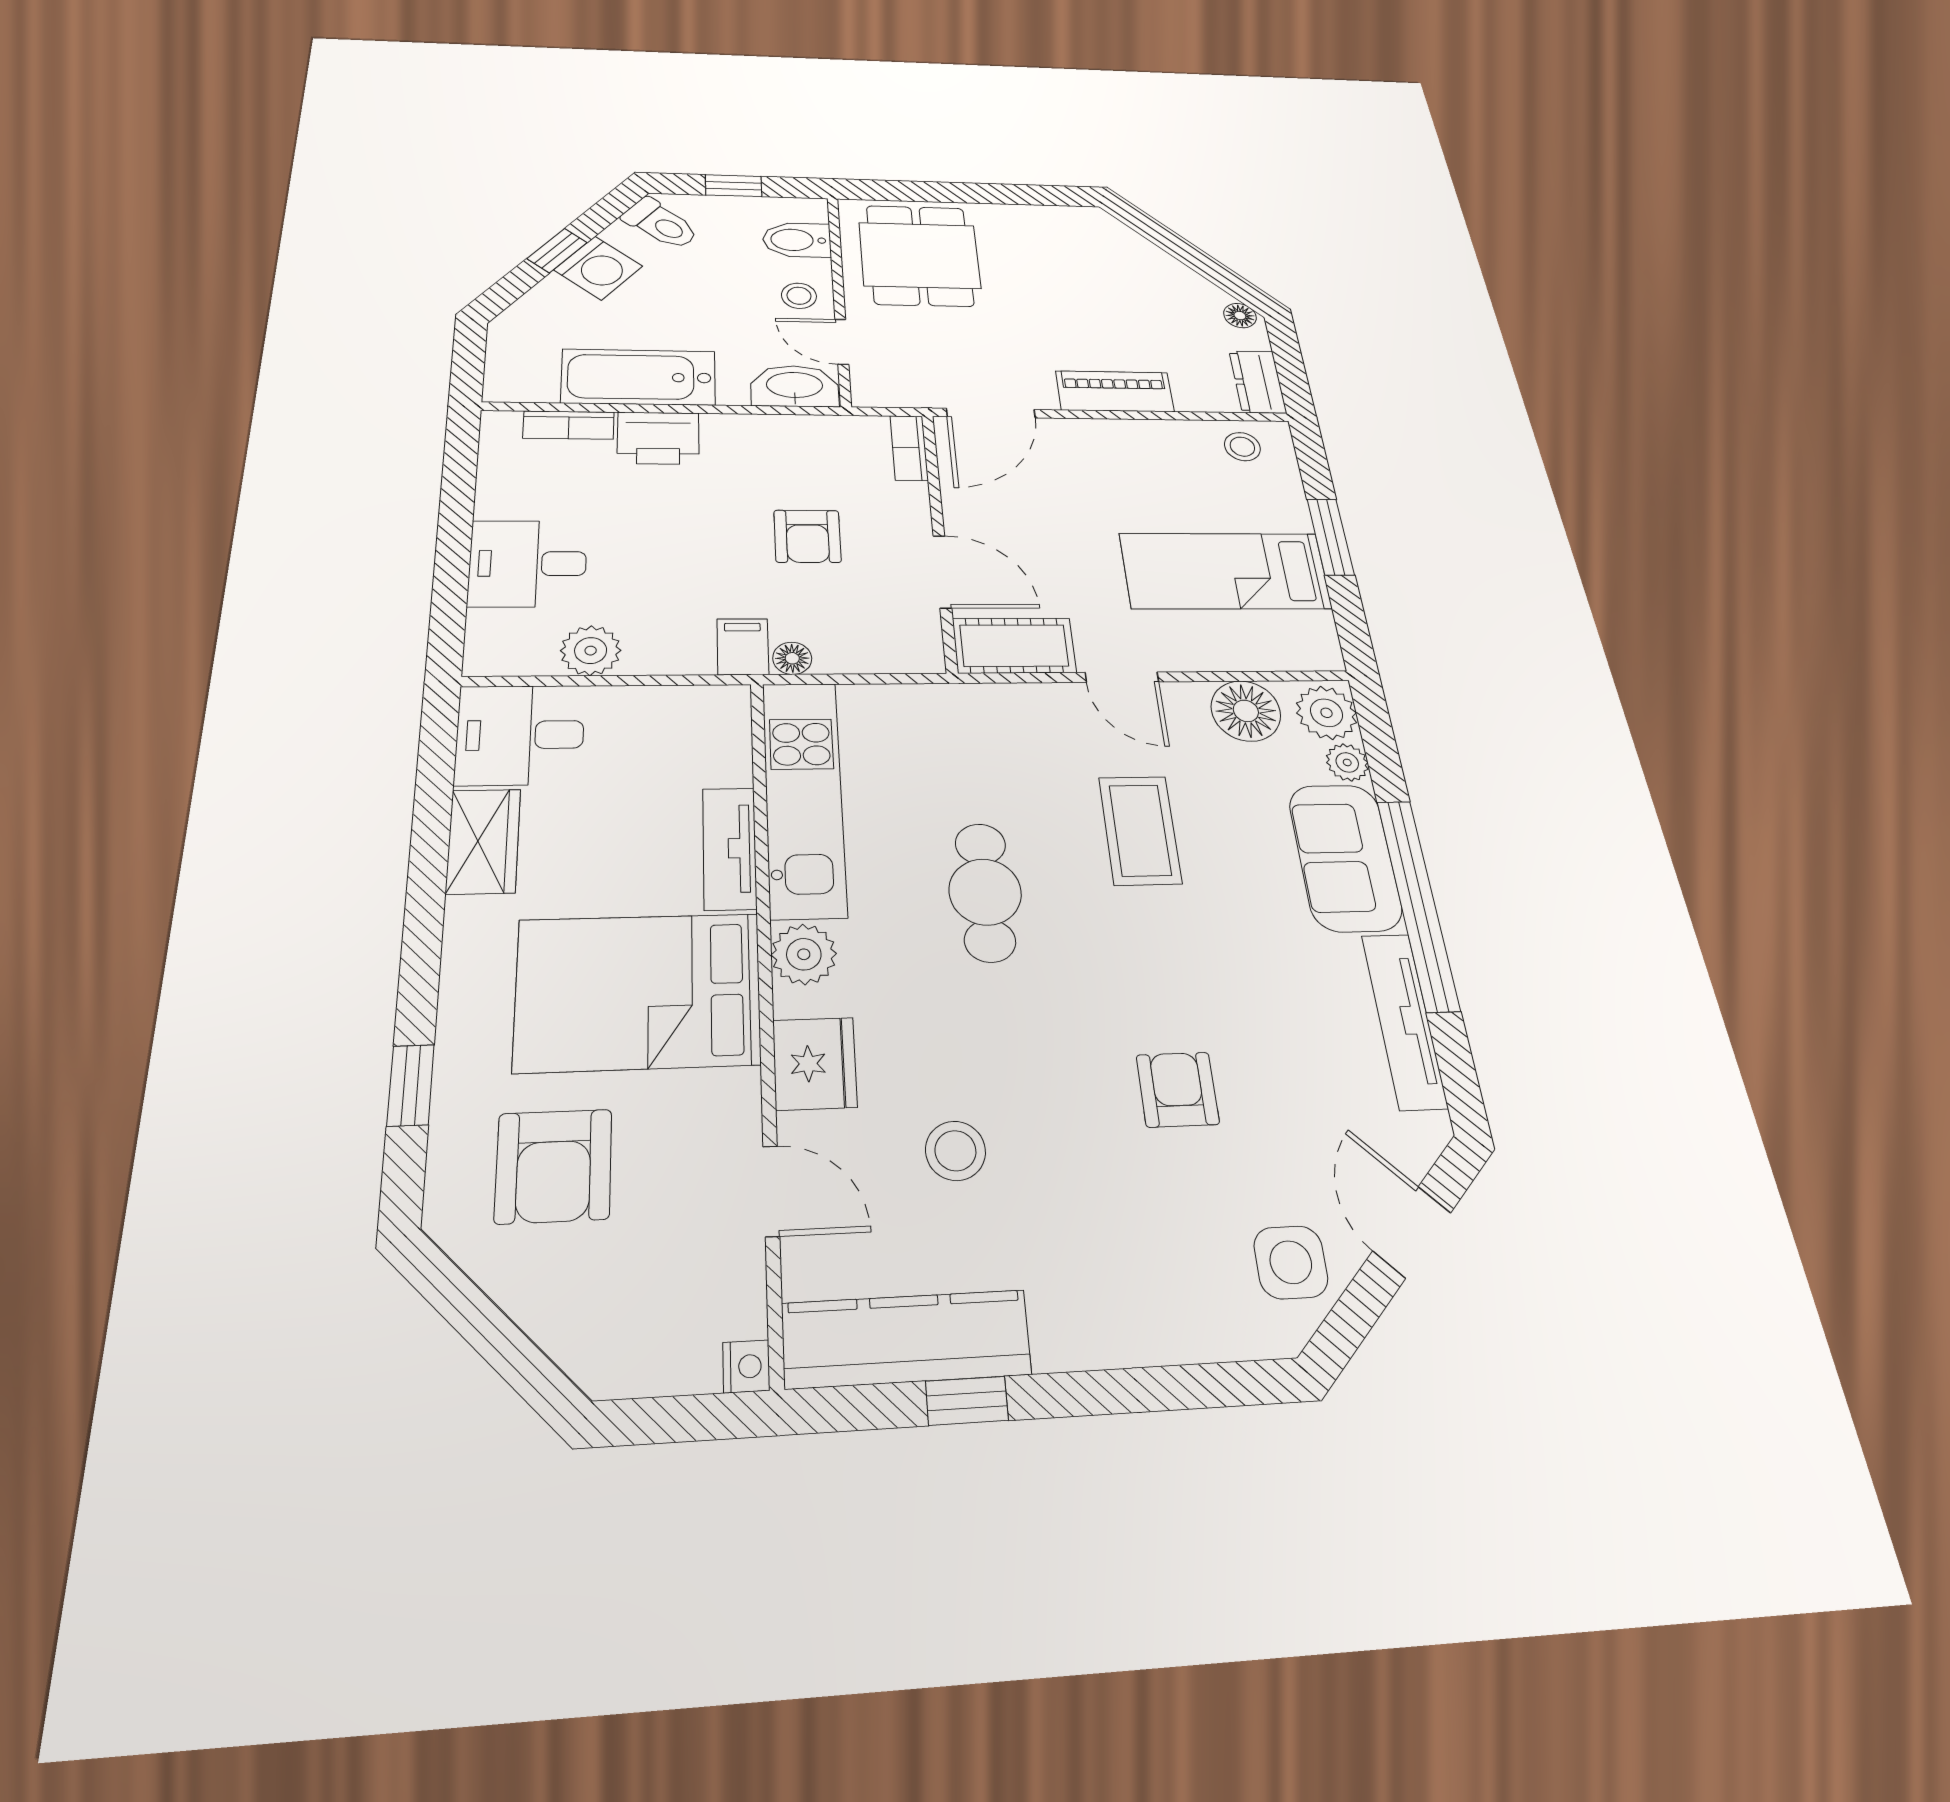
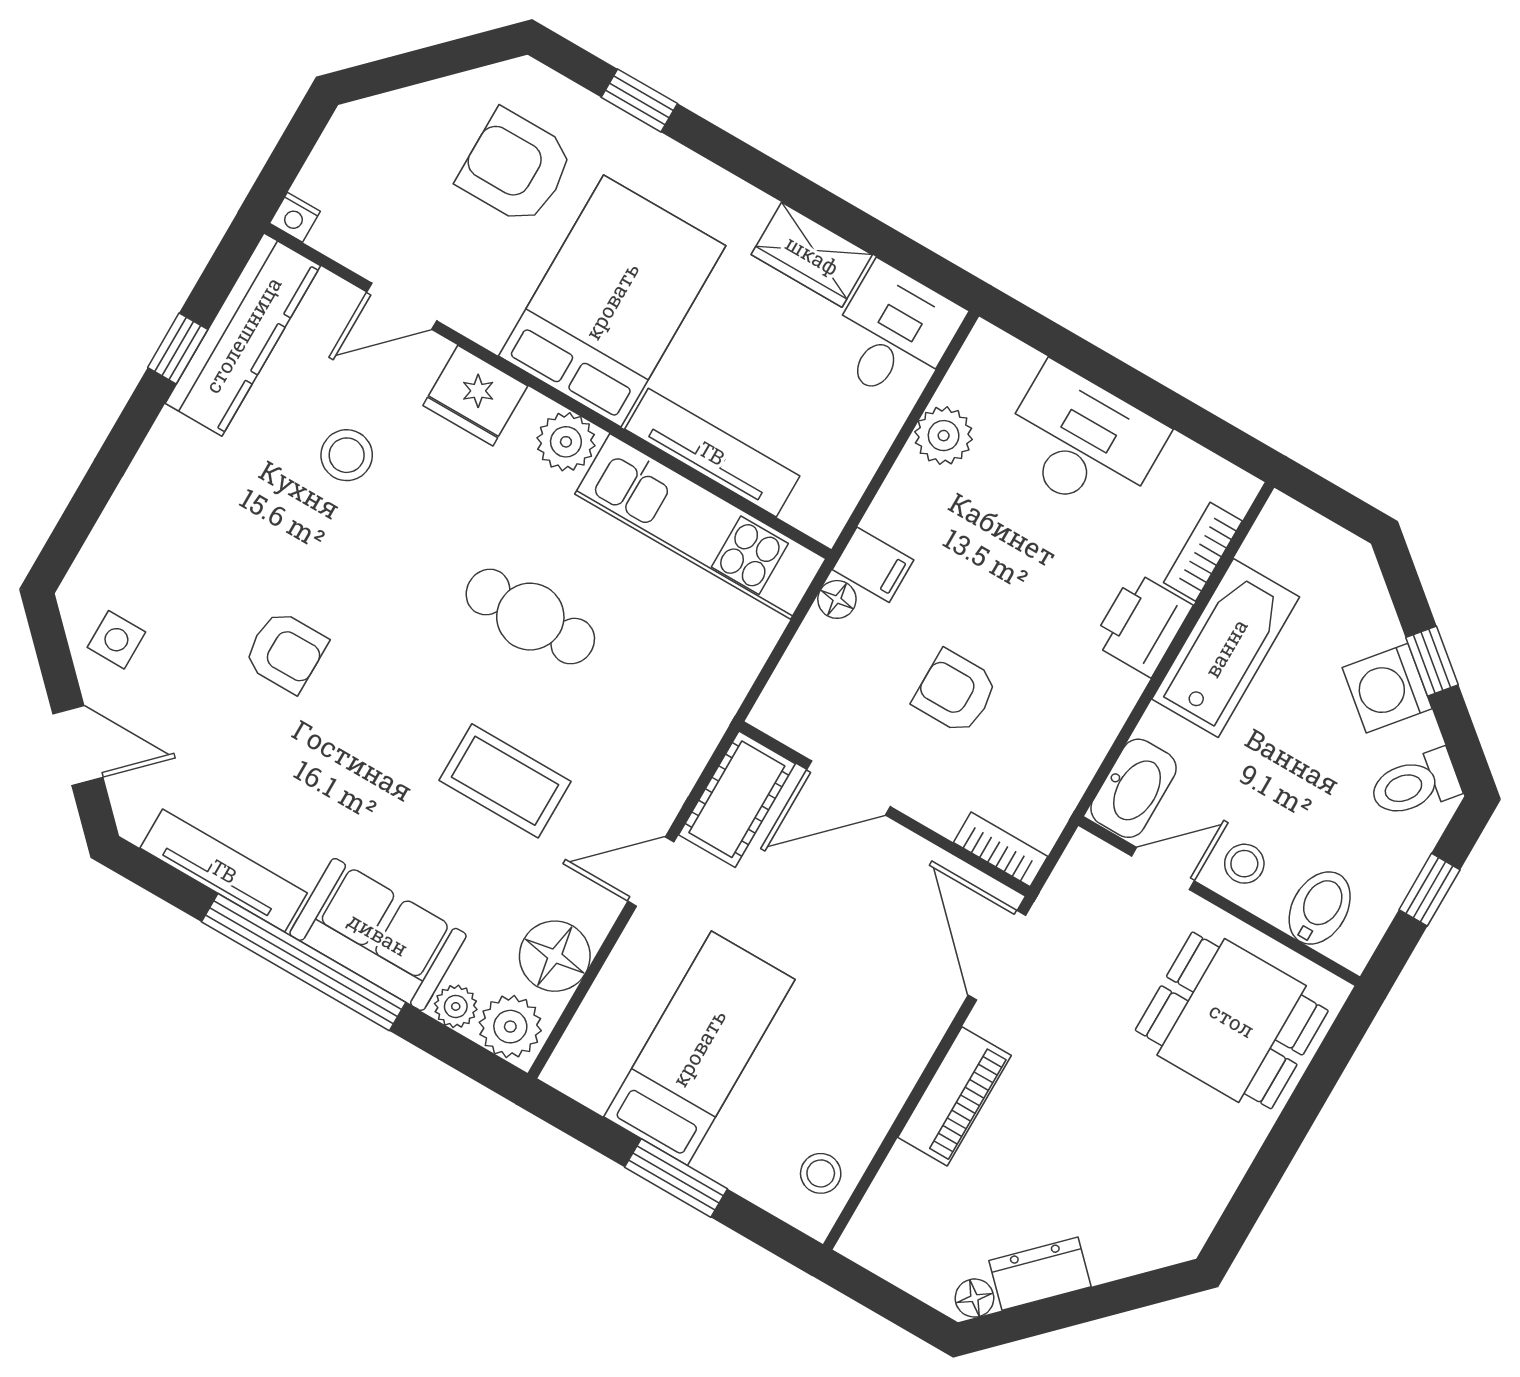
dresser: (1258, 382) -> (1040, 1274), moved, turned -45
desk: (528, 563) -> (1082, 442), width x1.37
tv unit: (730, 848) -> (712, 453), width x1.41
side table: (1291, 1262) -> (116, 640), width x0.73, depth x0.73

